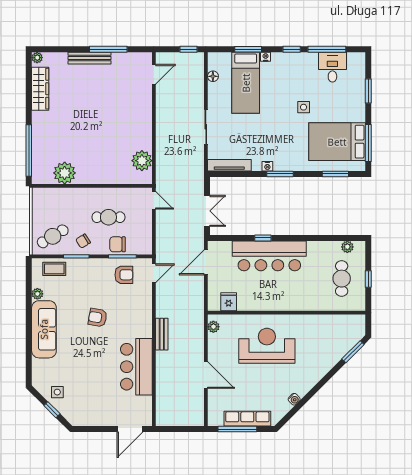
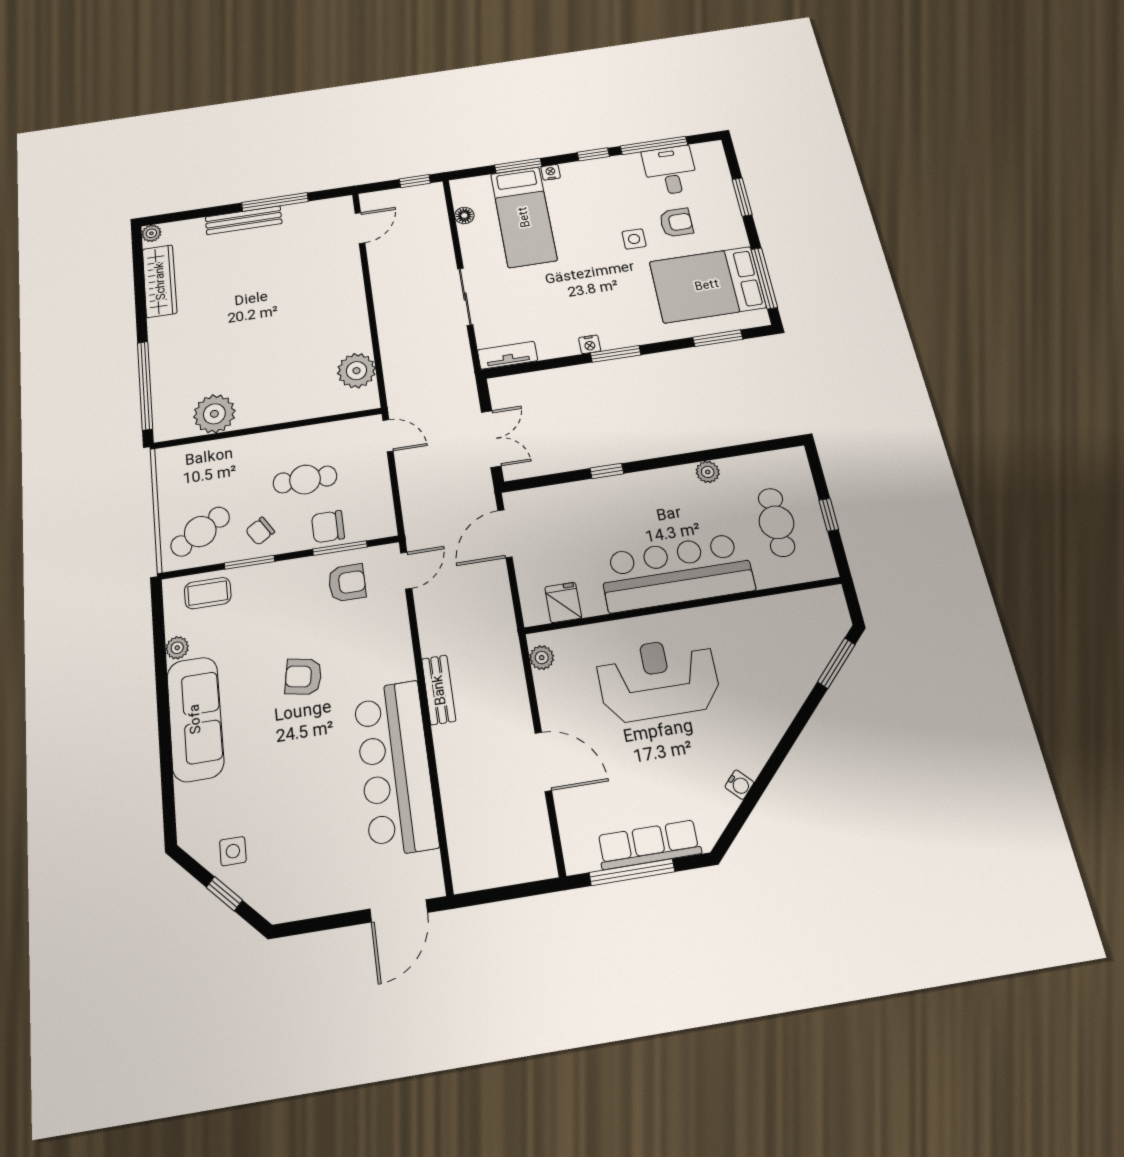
armchair: (329, 101) -> (676, 222), added
tv unit: (229, 165) -> (507, 355), width x0.71
plant: (347, 247) -> (708, 472), moved
bar counter: (269, 256) -> (676, 573), moved, turned 180
bar counter: (136, 367) -> (395, 767), width x1.36

